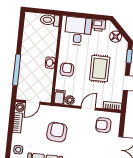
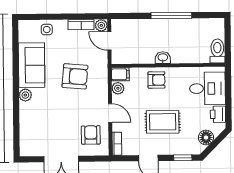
window: (17, 70) -> (171, 15), moved

